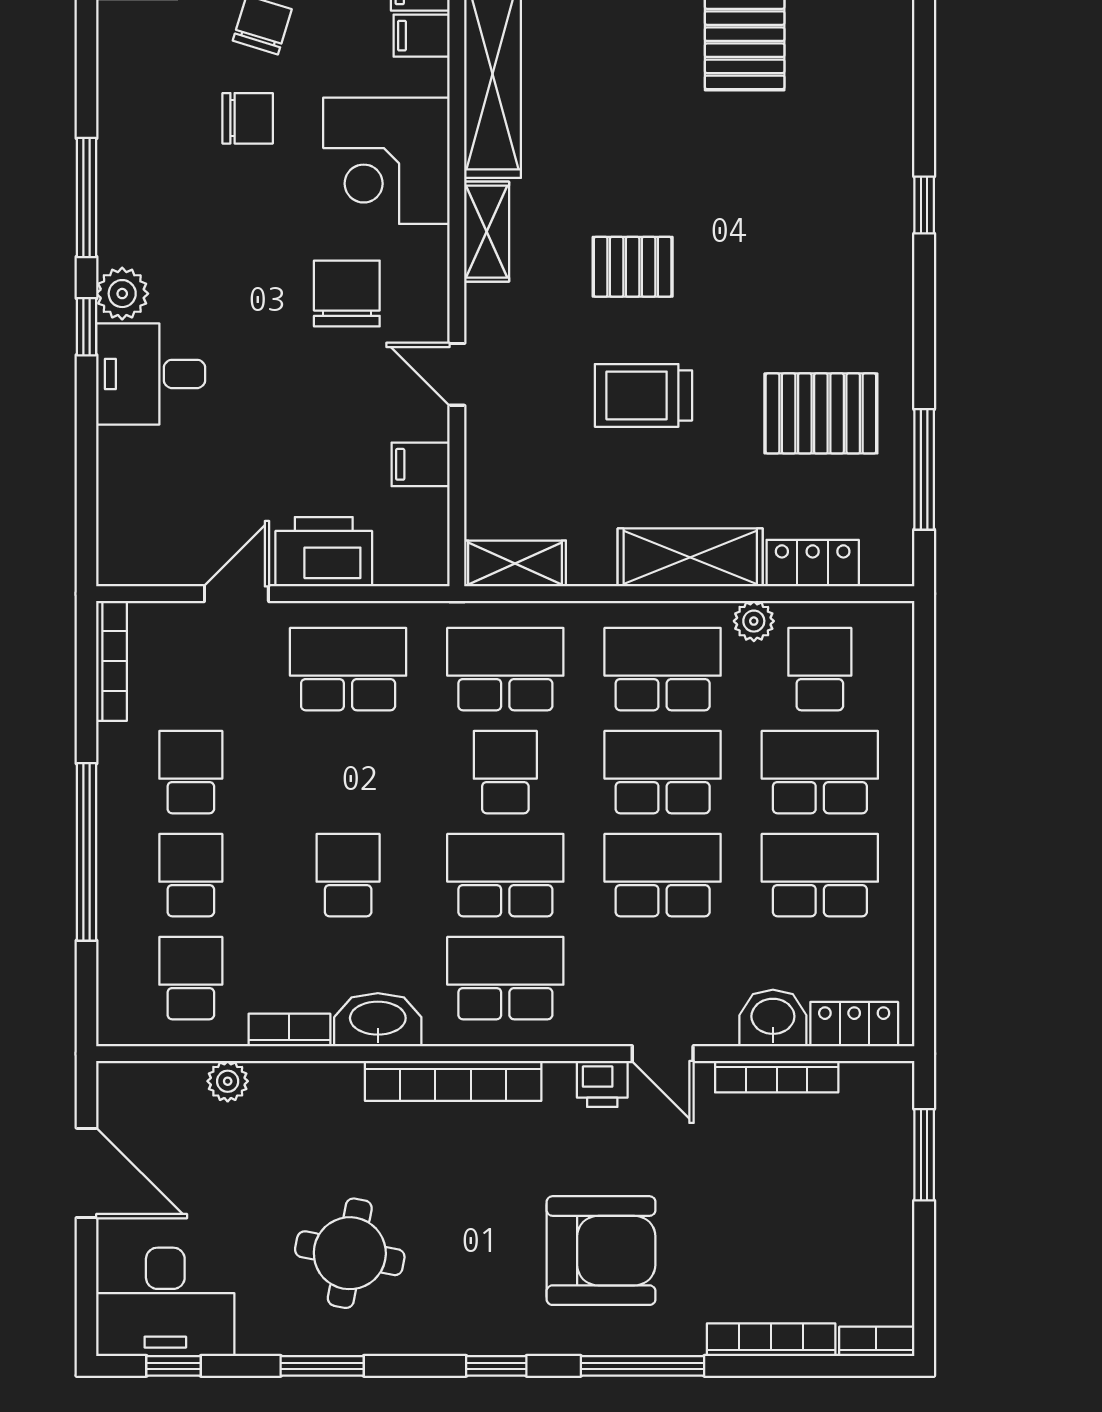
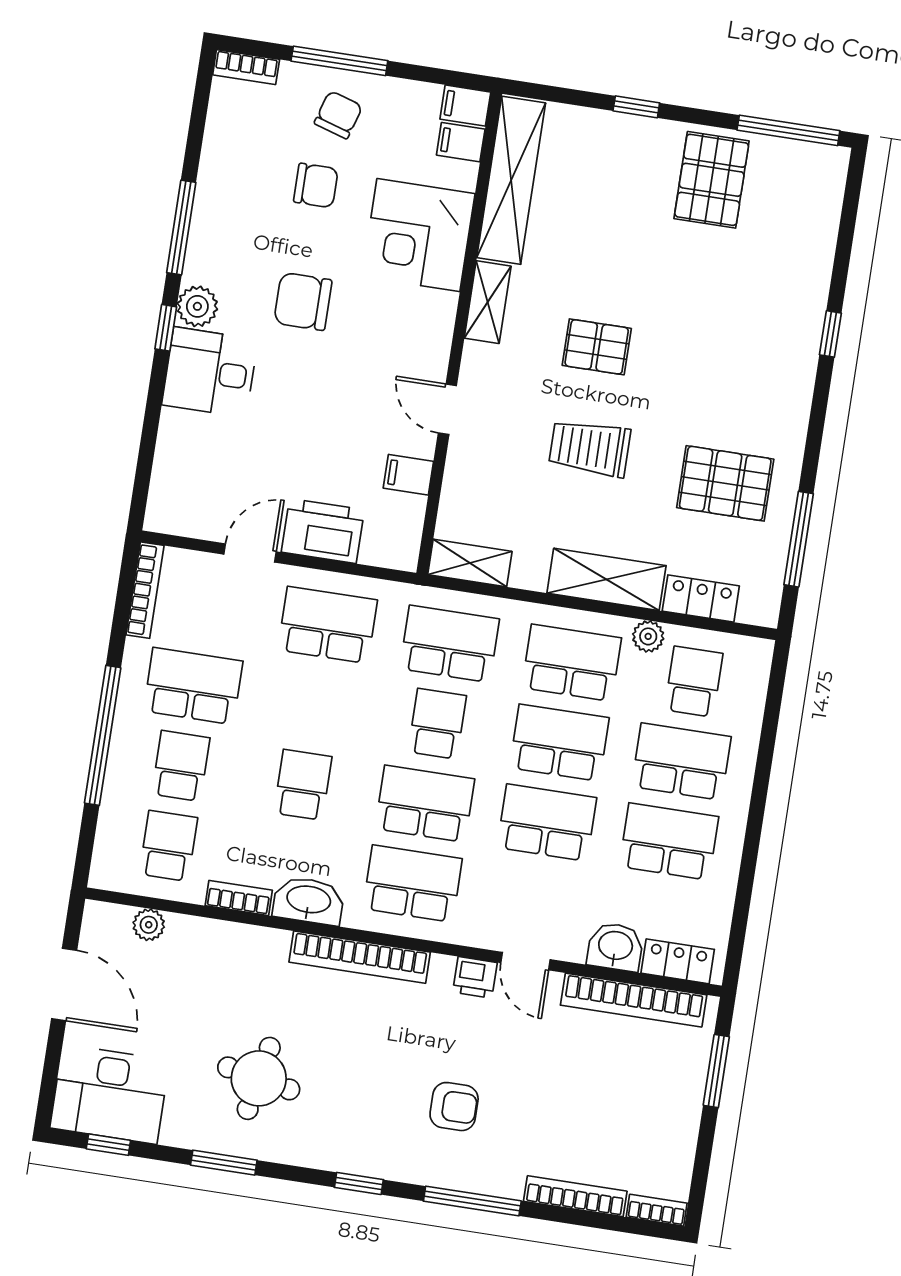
chair: (347, 293) -> (303, 301), moved, turned -90
school desk: (191, 772) -> (193, 686), width x1.85
bookcase: (777, 1077) -> (634, 1000), width x1.48, depth x1.31
plant: (228, 1081) -> (149, 925), moved
armchair: (601, 1251) -> (454, 1107), width x0.53, depth x0.53

